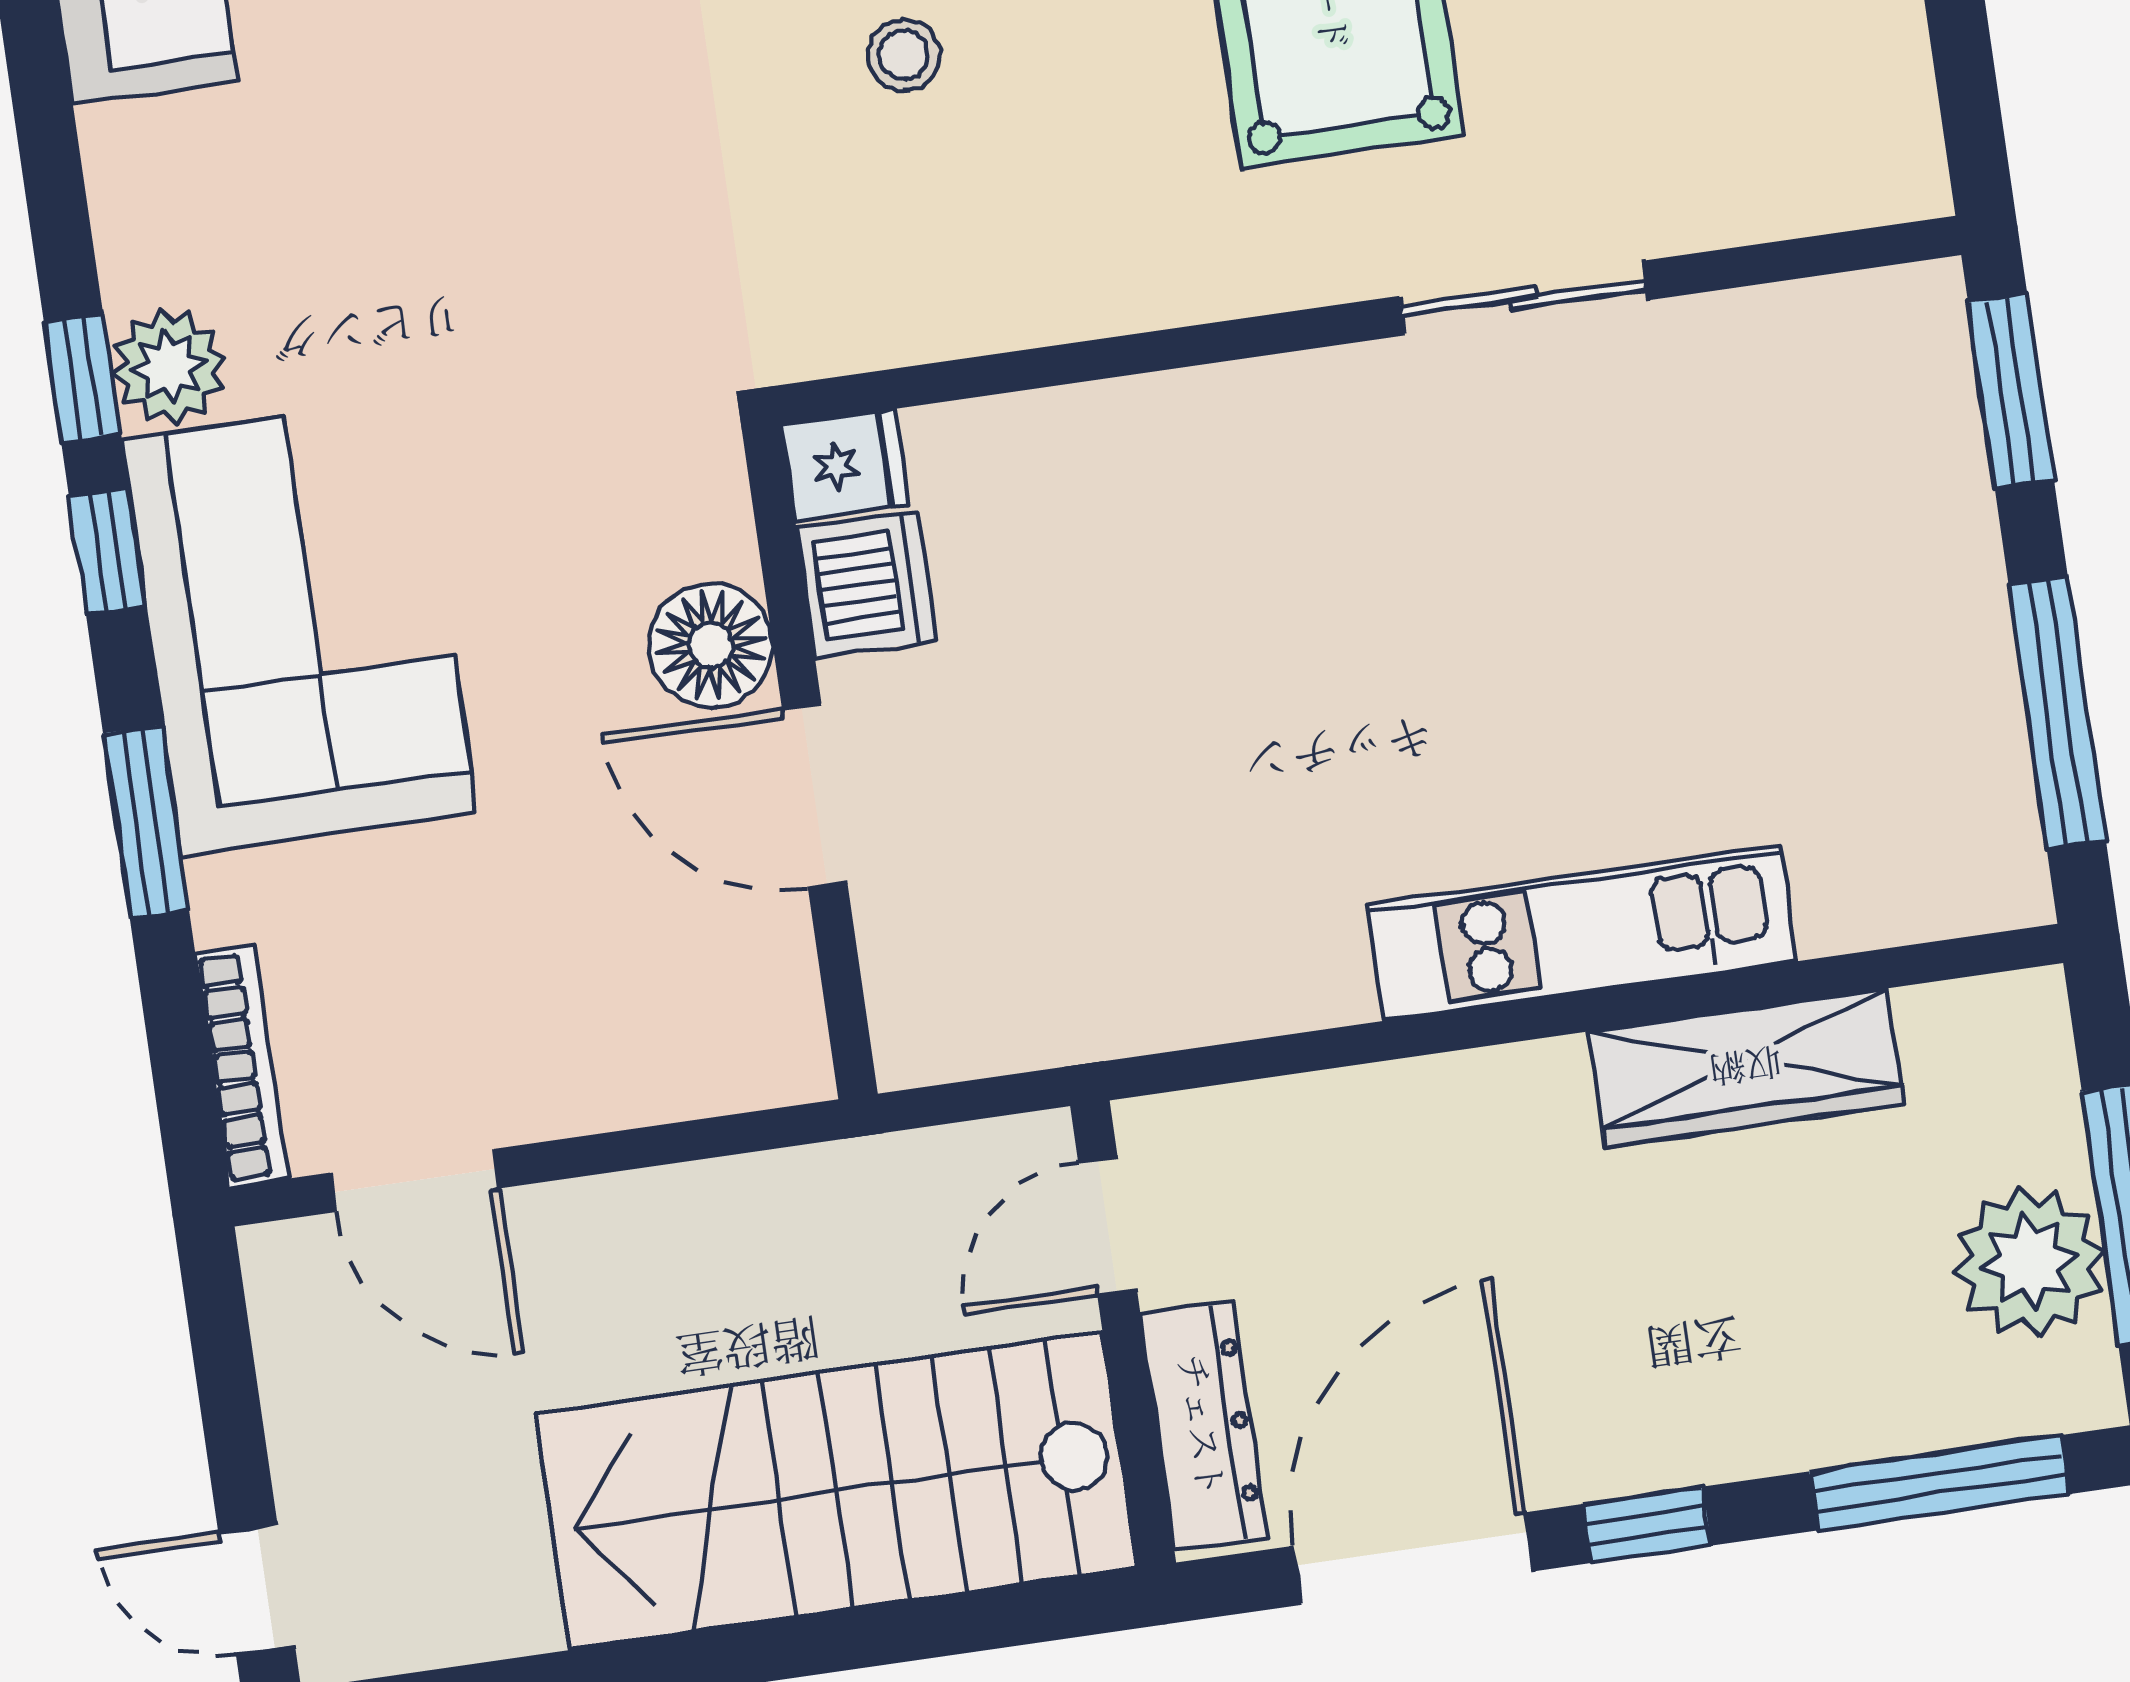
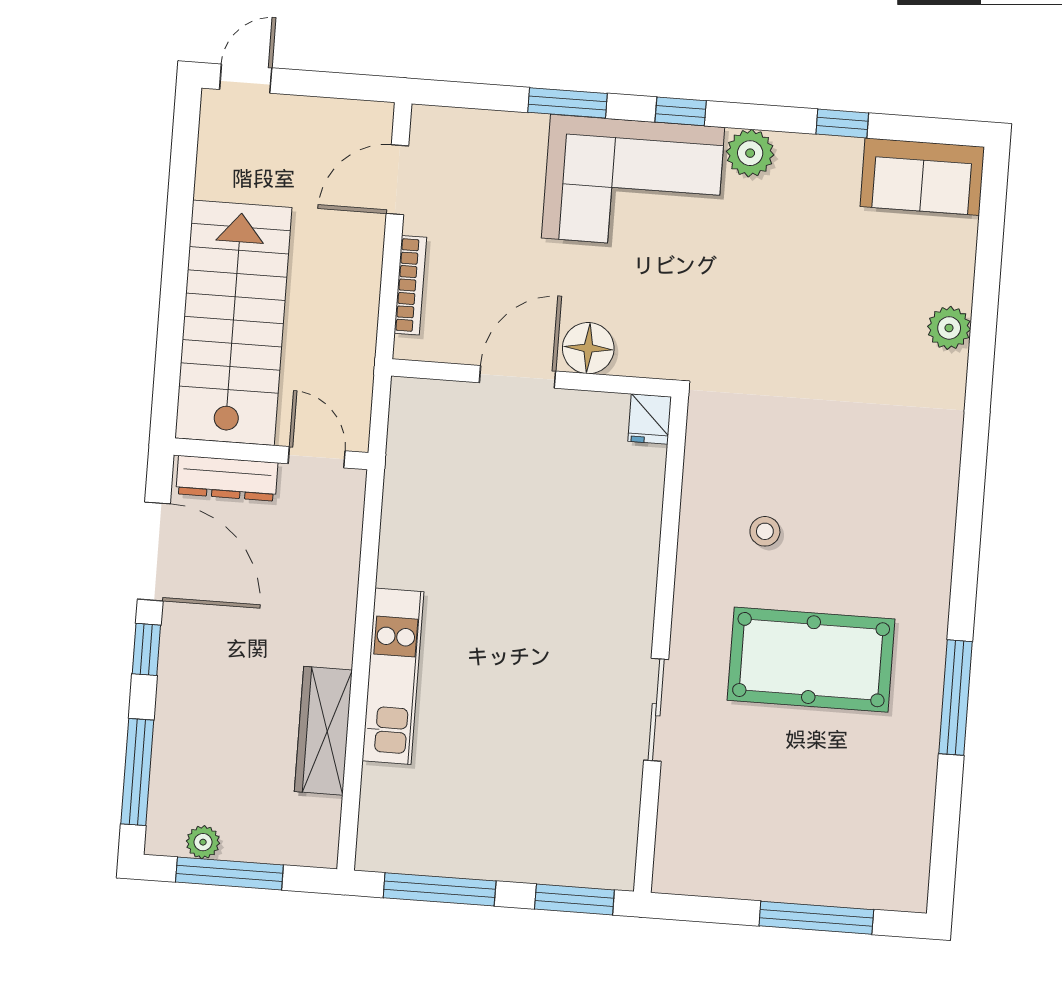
stool: (904, 55) -> (765, 531), moved
window: (82, 378) -> (842, 124), moved
dishwasher: (866, 584) -> (599, 417), removed
bookcase: (242, 1066) -> (410, 285), moved, turned -90
plant: (2029, 1262) -> (203, 842), width x0.53, depth x0.53

